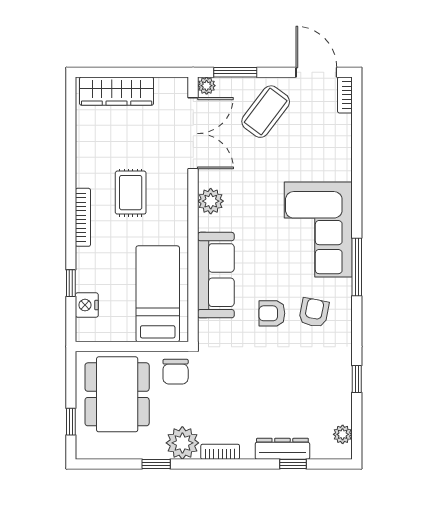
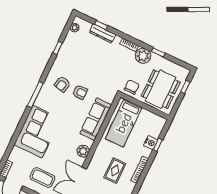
coffee table: (266, 112) -> (42, 178), turned 53
corner sofa: (318, 230) -> (37, 132), moved
nightstand: (87, 305) -> (151, 143), moved

